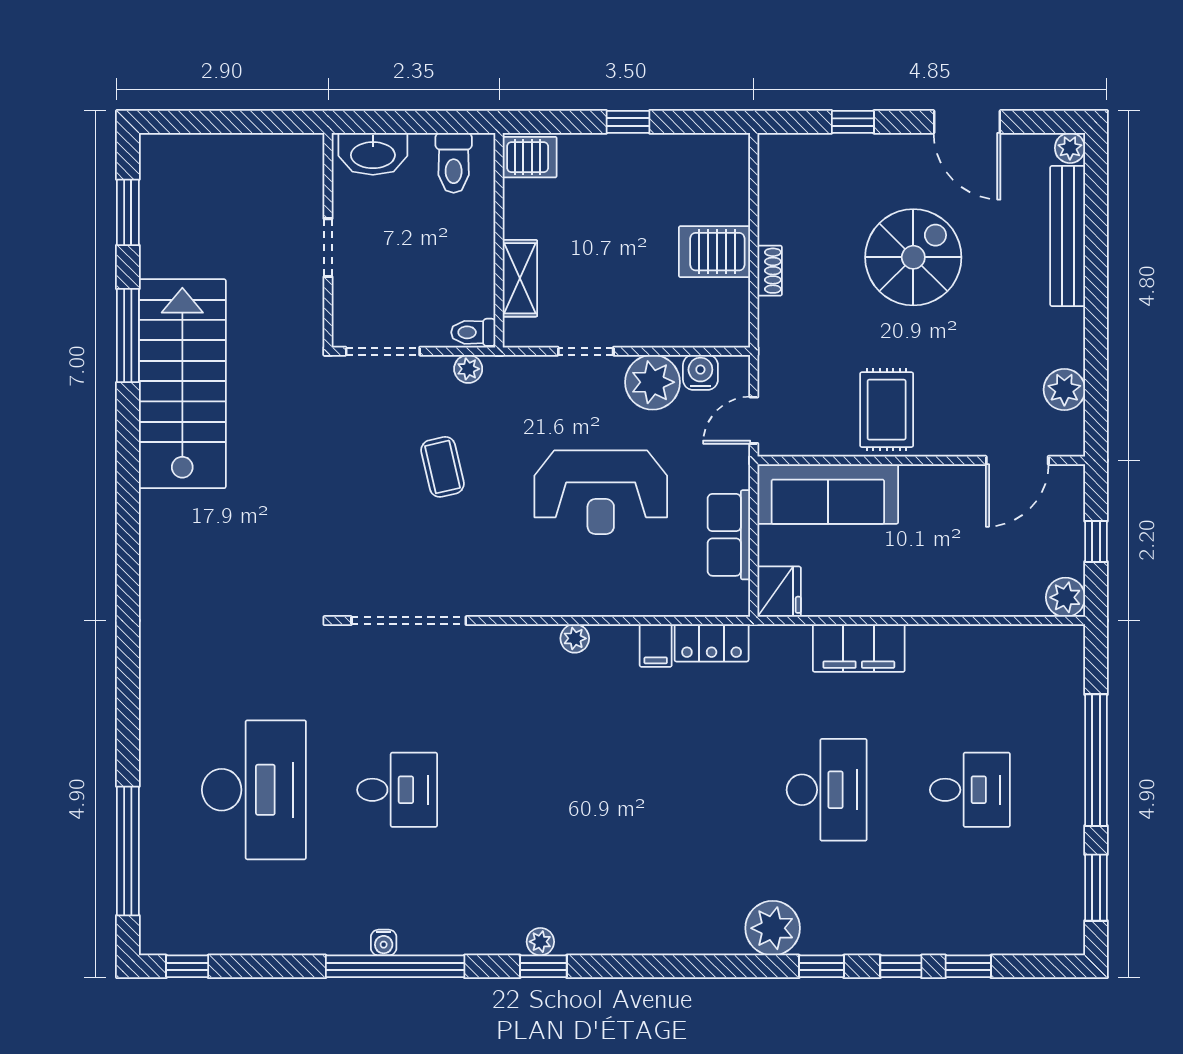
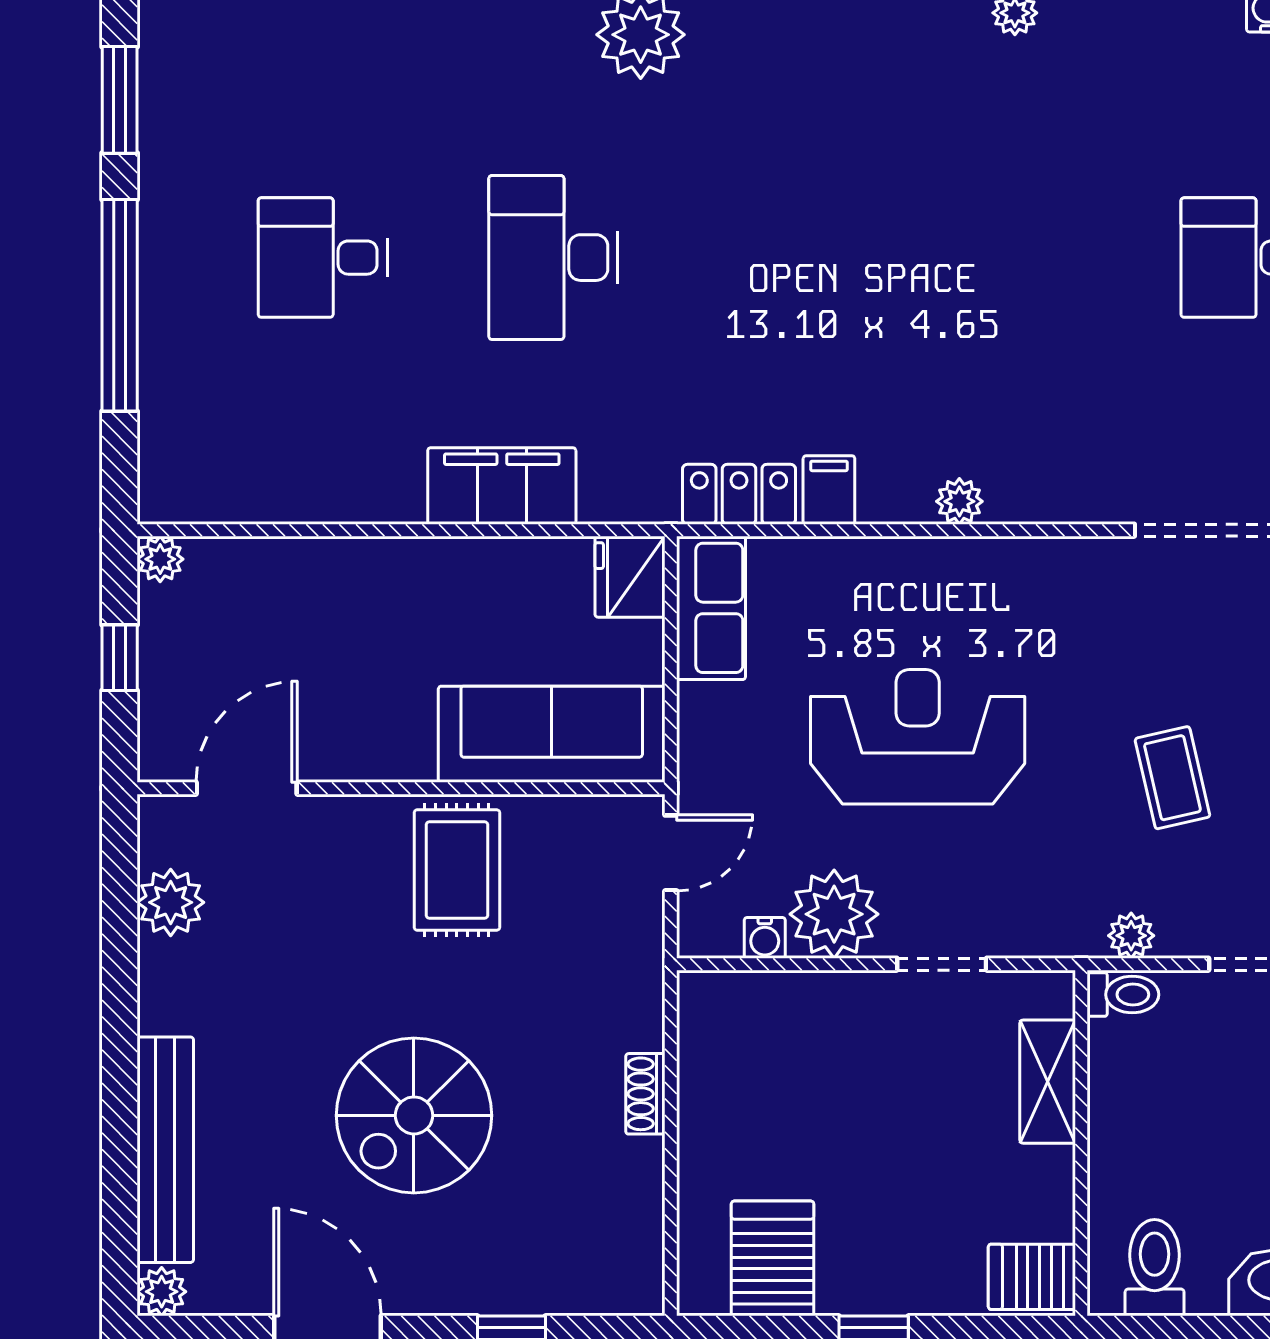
server rack: (715, 252) -> (773, 1258), moved, turned -90
water cooler: (700, 372) -> (765, 938), width x0.72, depth x0.72
row of seats: (729, 535) -> (711, 608), moved
plant: (1065, 597) -> (160, 559), width x0.73, depth x0.73

